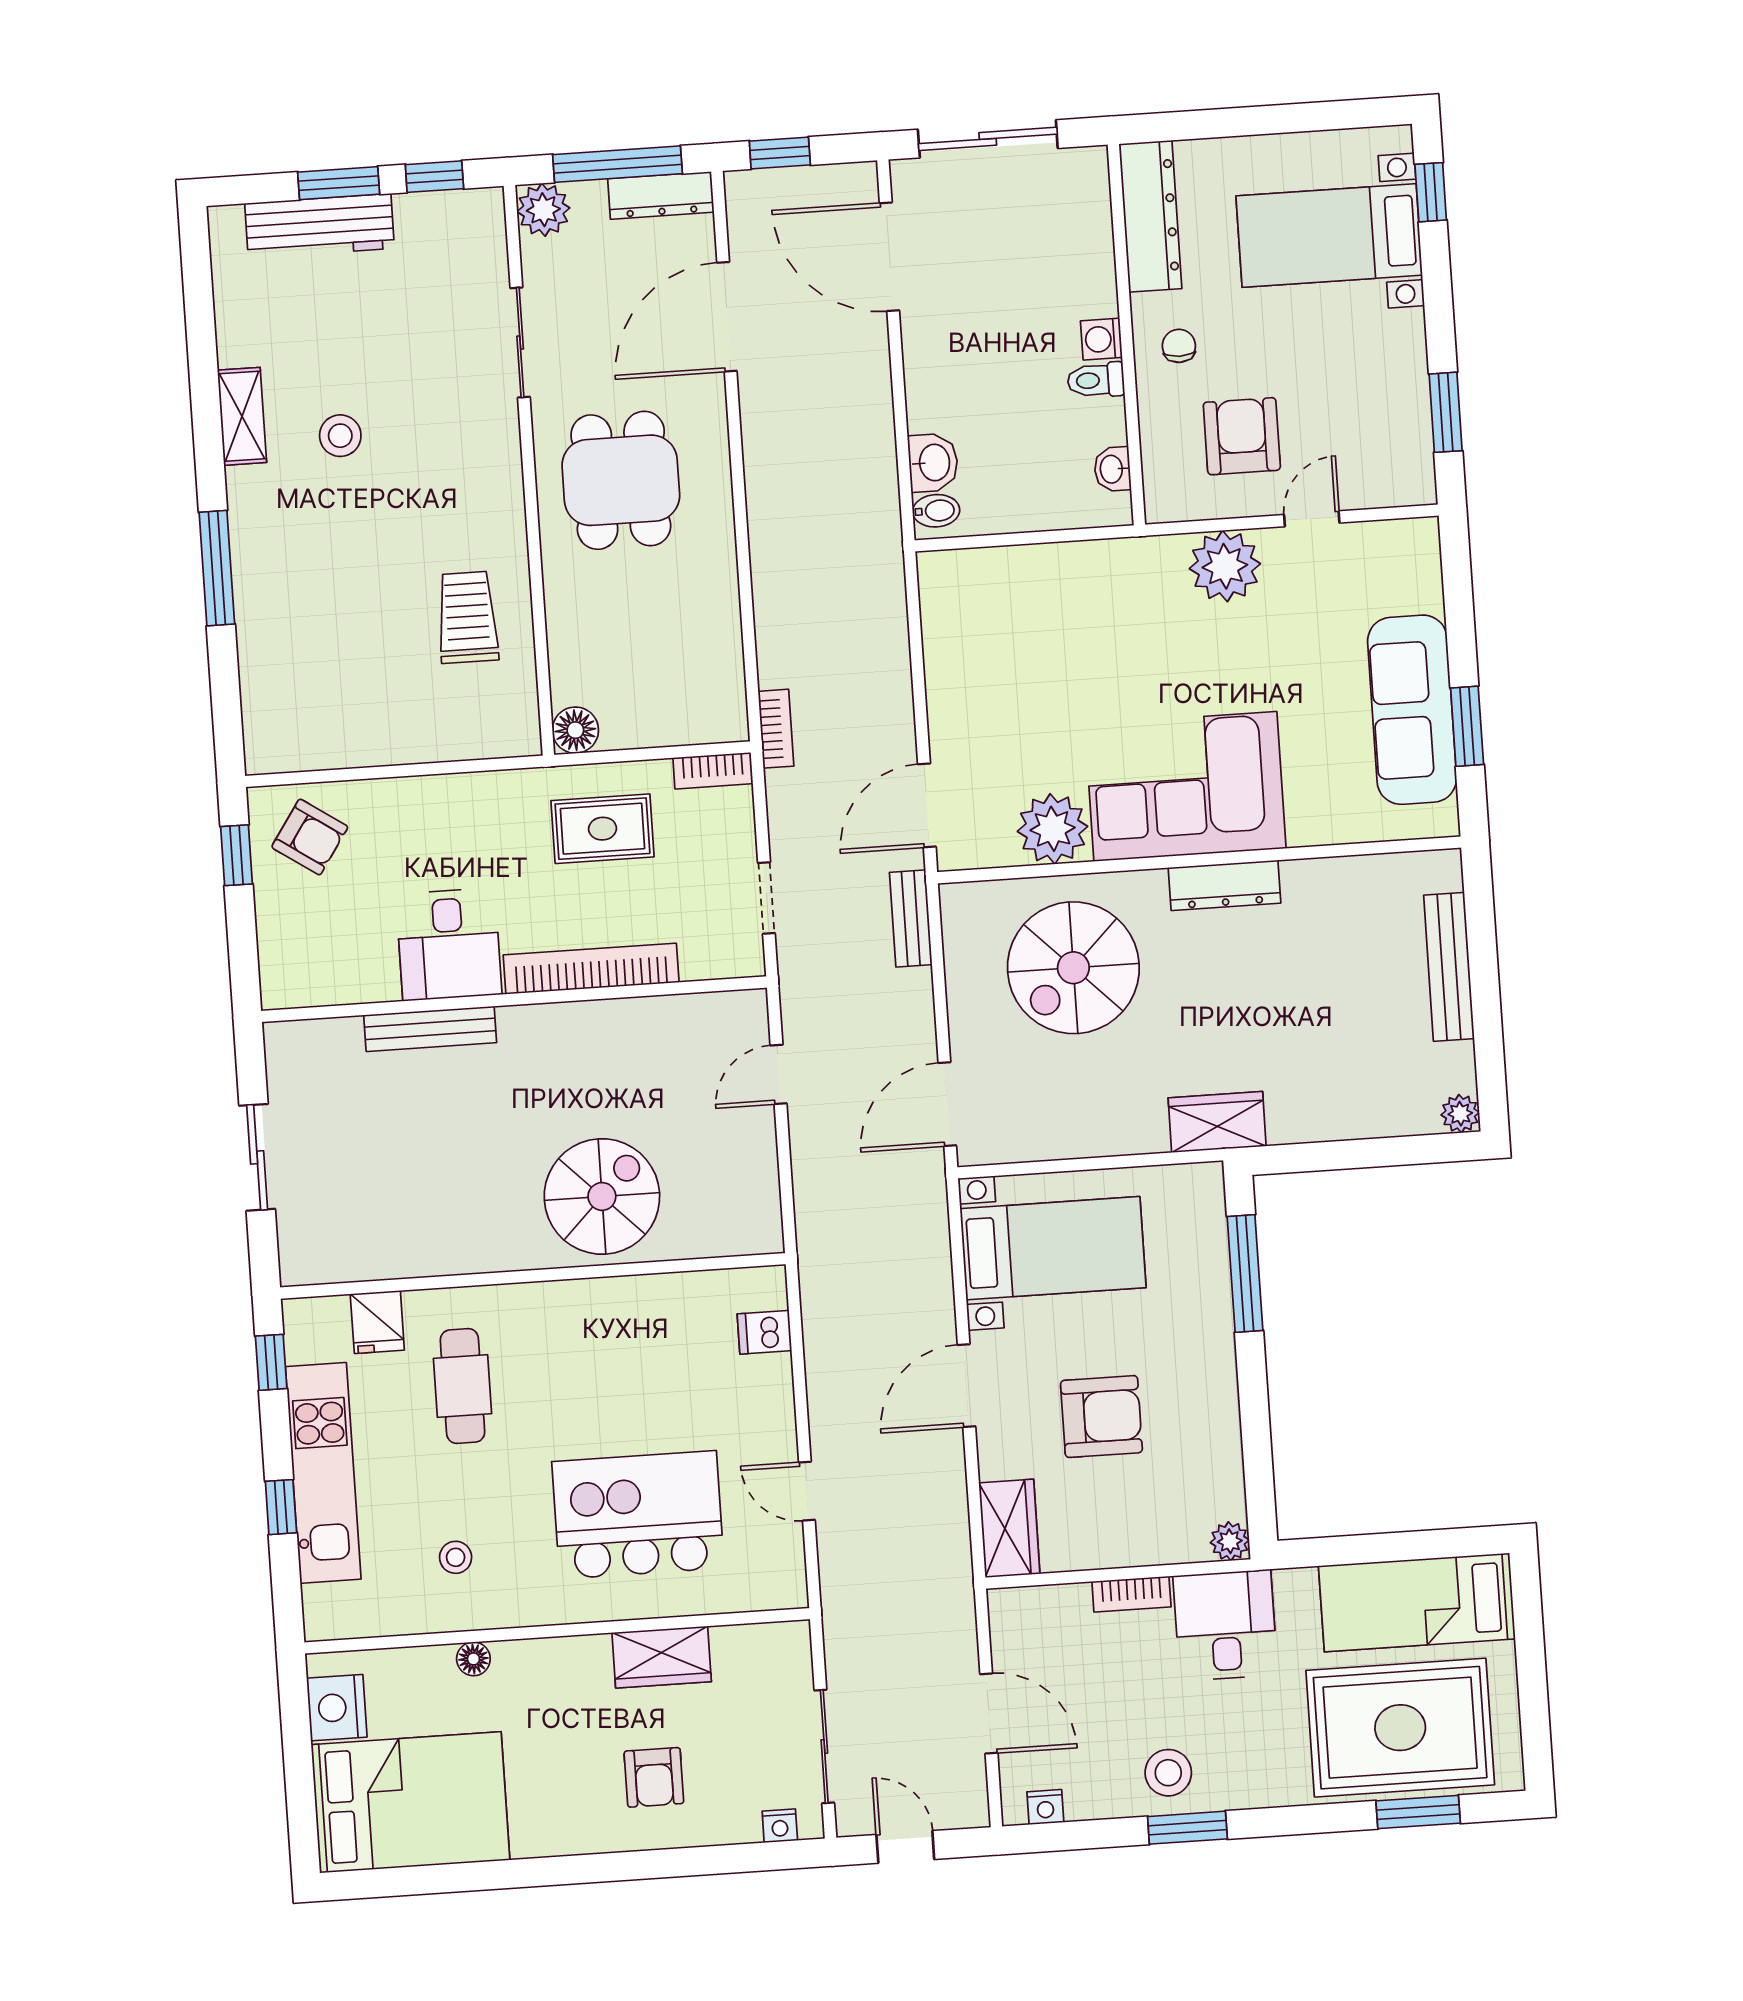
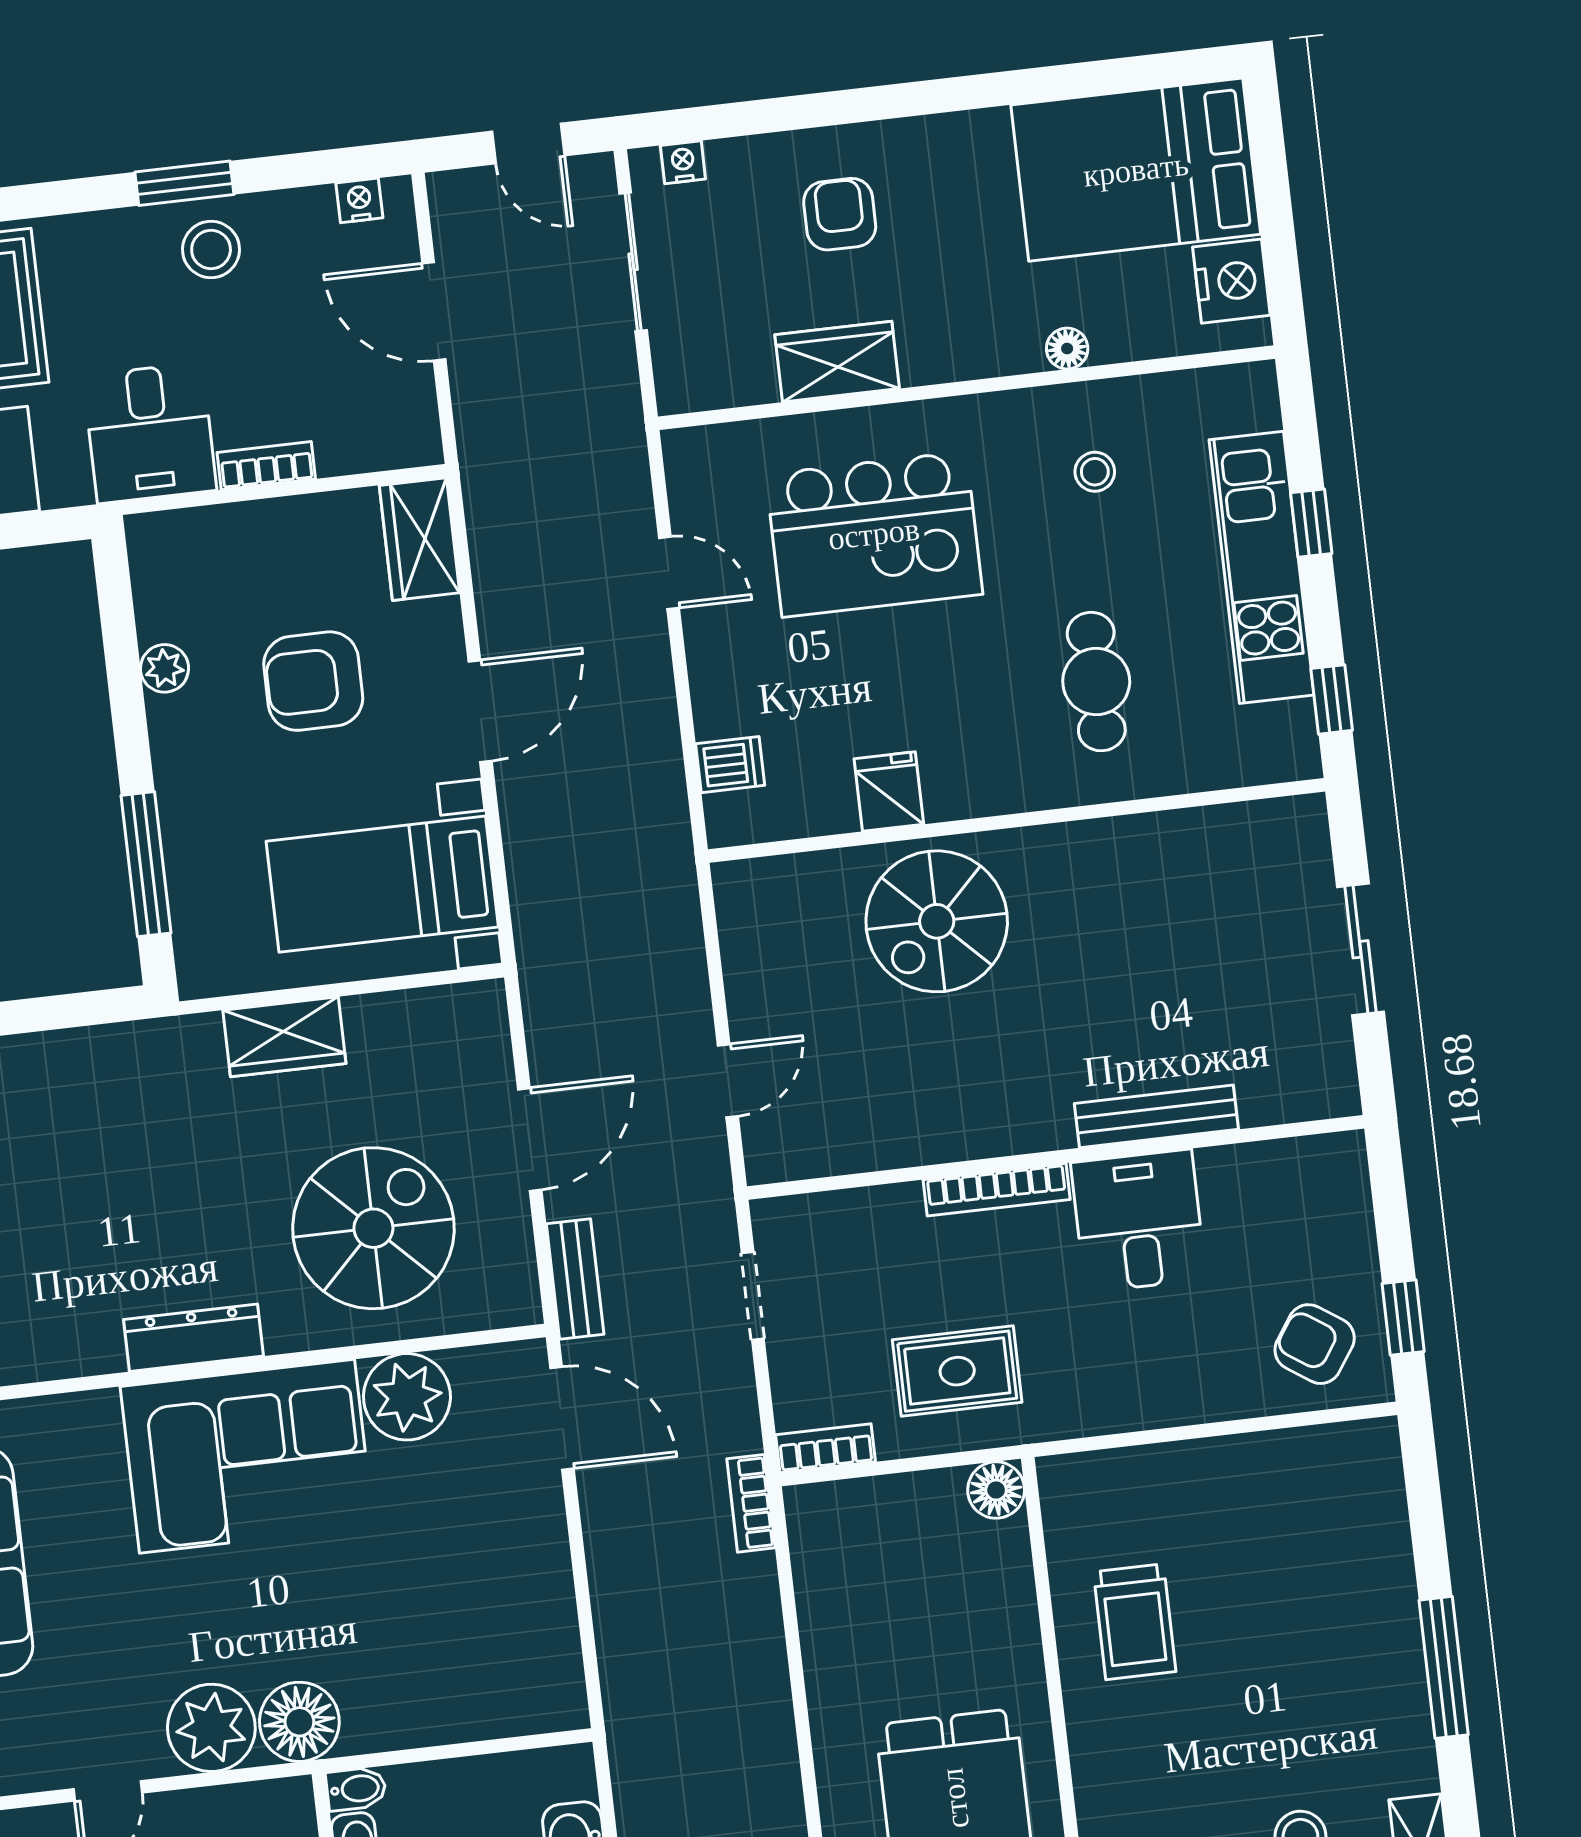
bidet: (936, 511) -> (356, 1789), moved, turned 180
floor lamp: (1153, 568) -> (299, 1722), added
door: (927, 805) -> (562, 1418), hinge flipped
bookcase: (591, 969) -> (997, 1190), width x0.68, depth x0.76
door: (947, 1104) -> (530, 1139), moved
wardrobe: (1217, 1122) -> (284, 1037), moved
fridge: (377, 1322) -> (889, 791), moved
plant: (1230, 1541) -> (165, 668), moved

